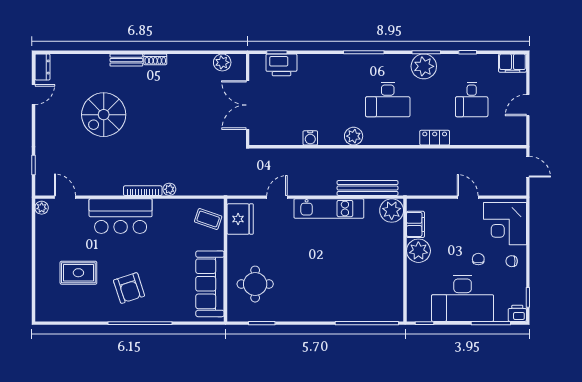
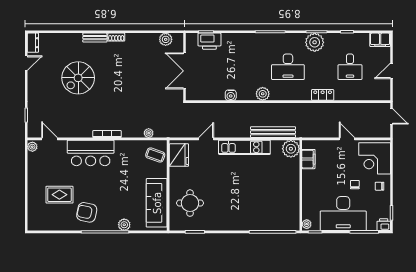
plant: (169, 189) -> (149, 133), moved
plant: (418, 251) -> (307, 224), moved, width x0.53, depth x0.53
armchair: (129, 288) -> (87, 212), moved, turned 120
plant: (166, 313) -> (124, 225), added

